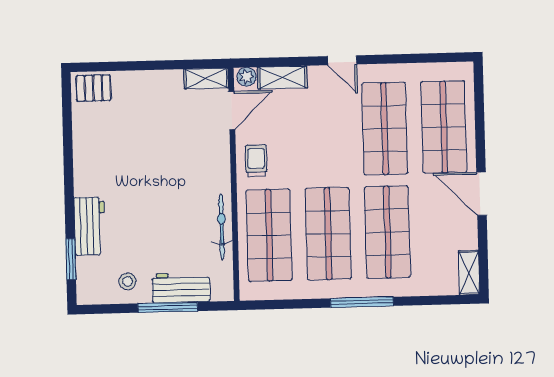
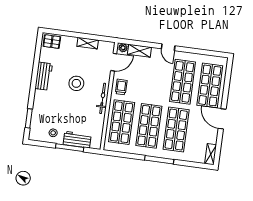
shelving: (206, 78) -> (88, 43), moved
stool: (160, 168) -> (76, 83), added
workbench: (90, 226) -> (44, 76), moved
bicycle: (222, 227) -> (103, 98), moved

